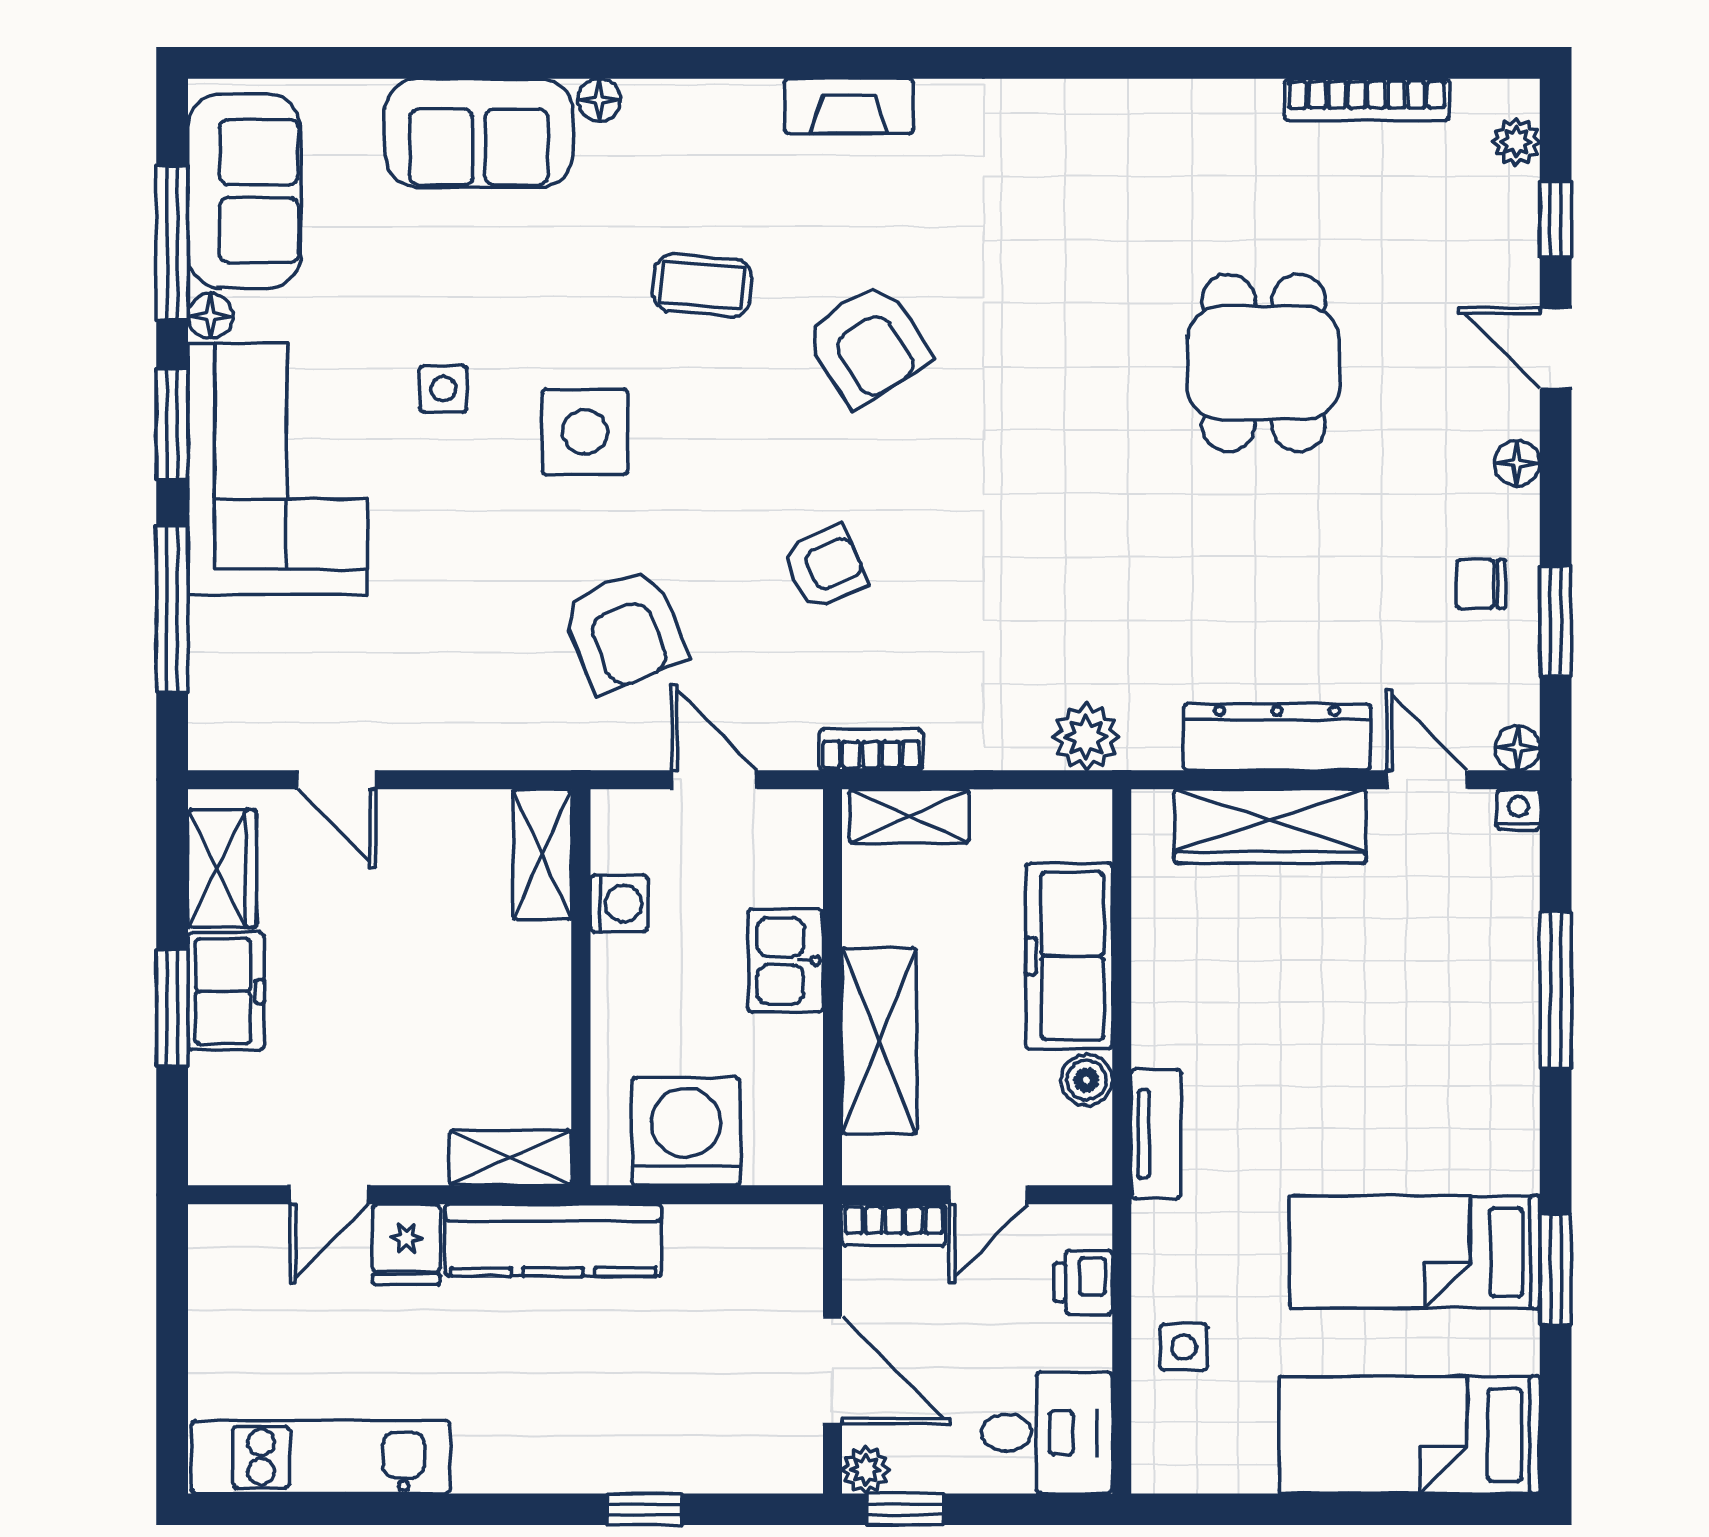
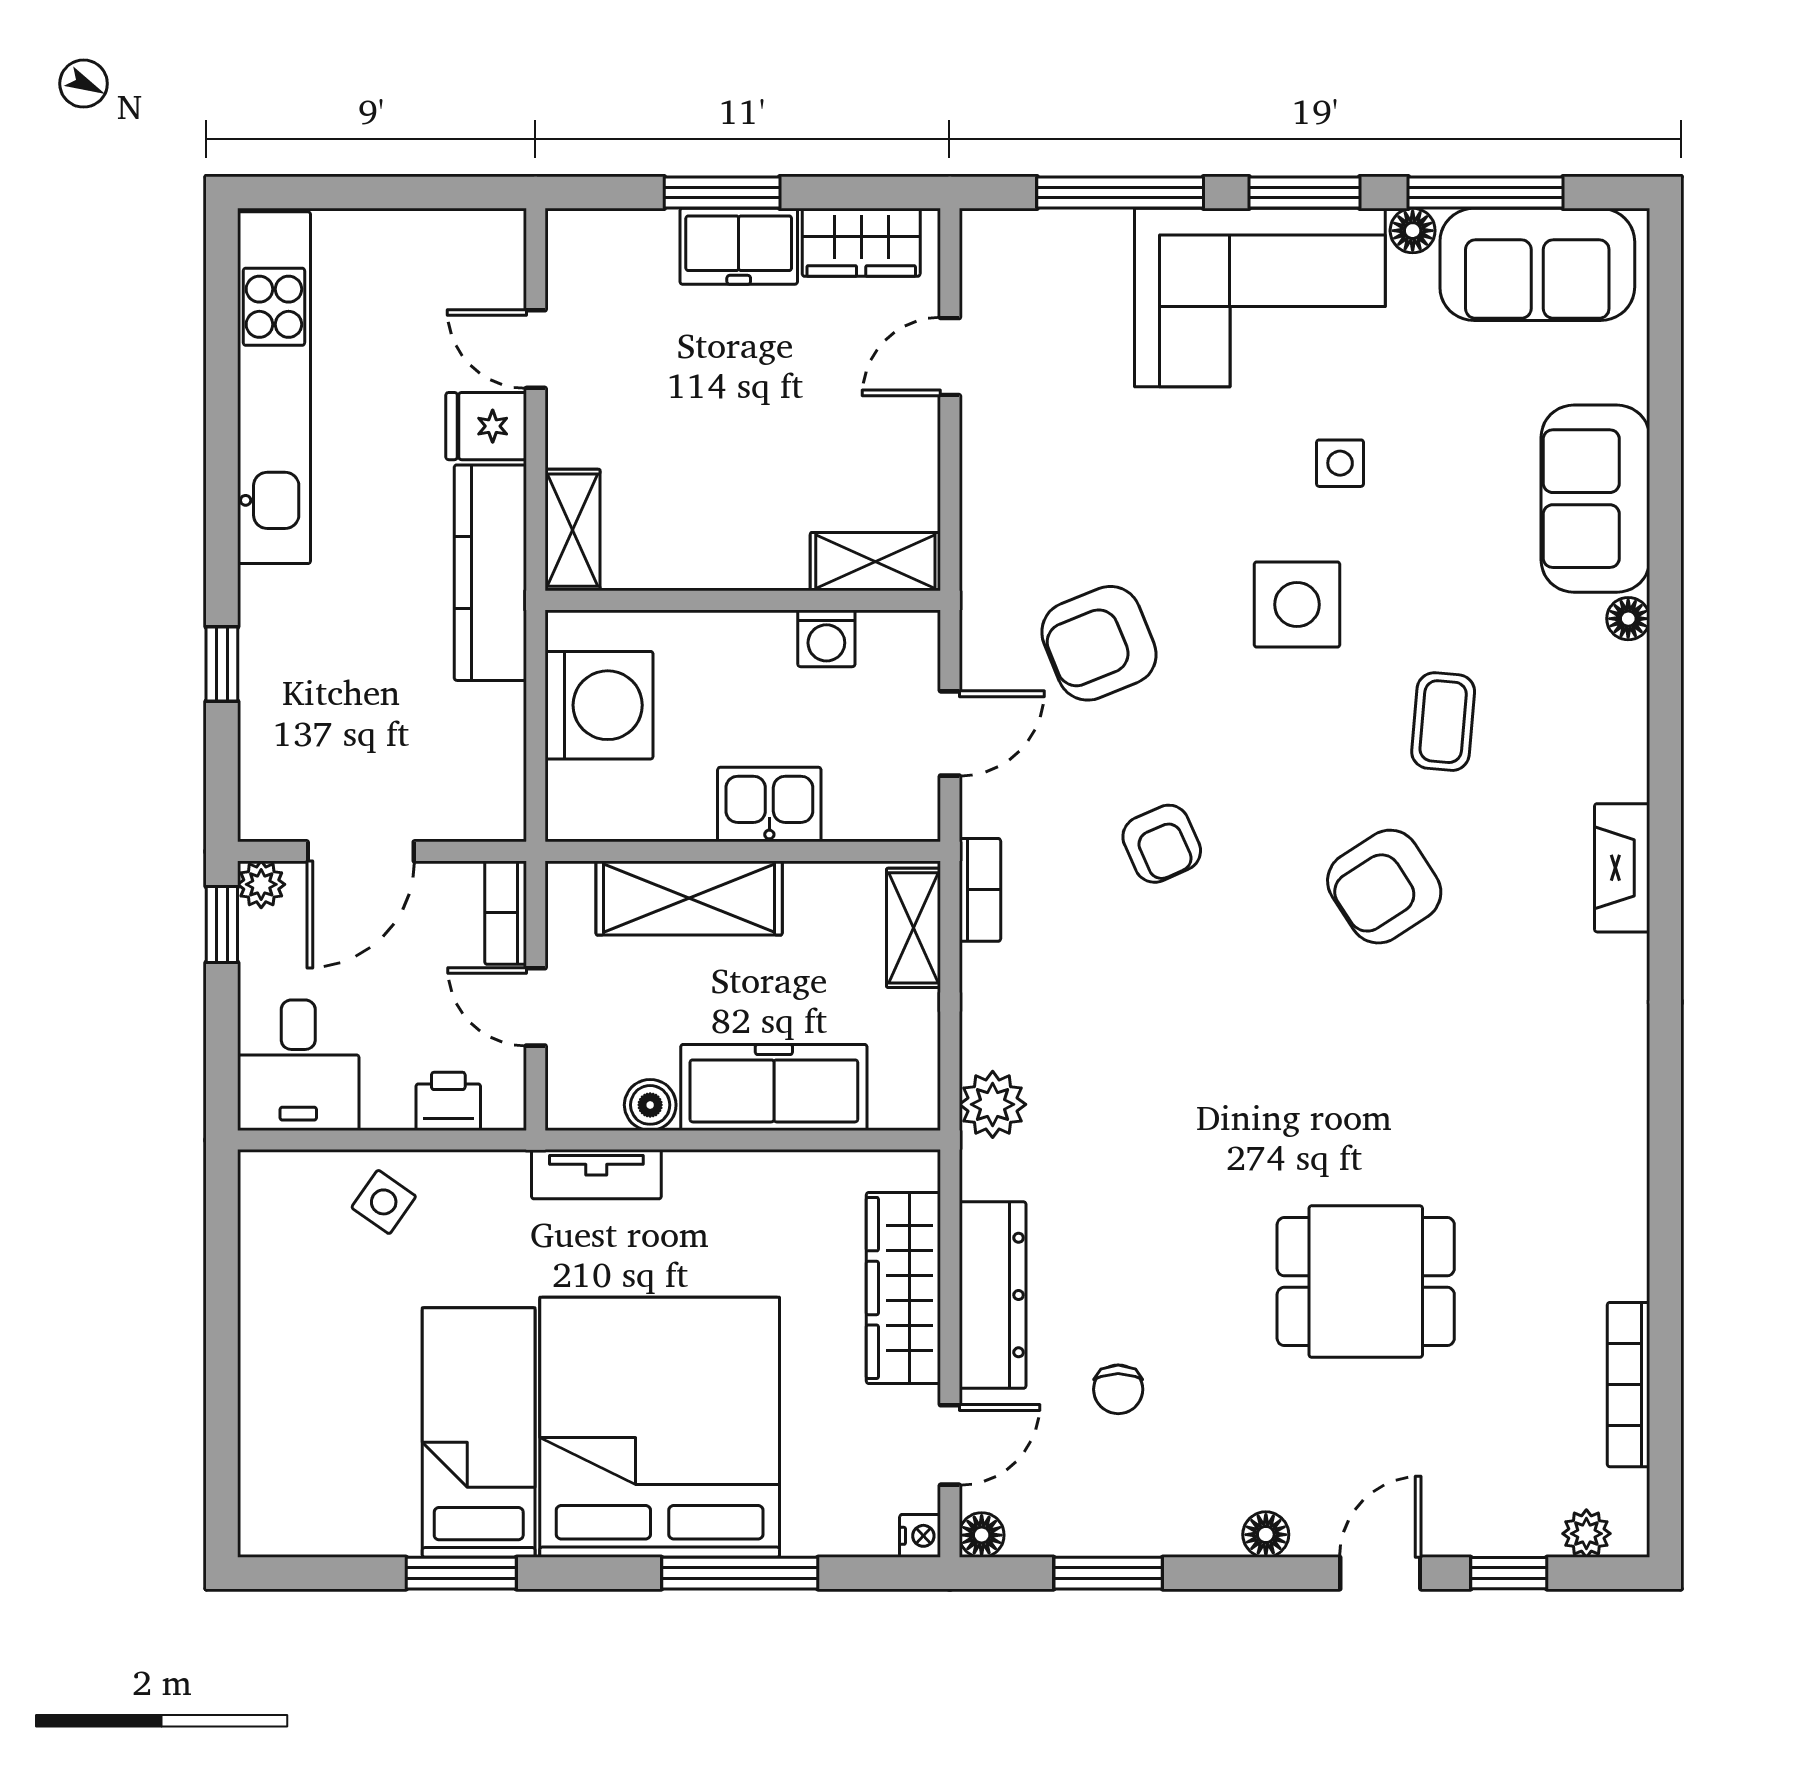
chair: (1481, 584) -> (1118, 1389), moved, turned 180
side table: (1184, 1347) -> (384, 1202), turned 35
bed: (1410, 1435) -> (660, 1427), moved, width x2.04
kitchen unit: (321, 1457) -> (274, 388), width x1.36

